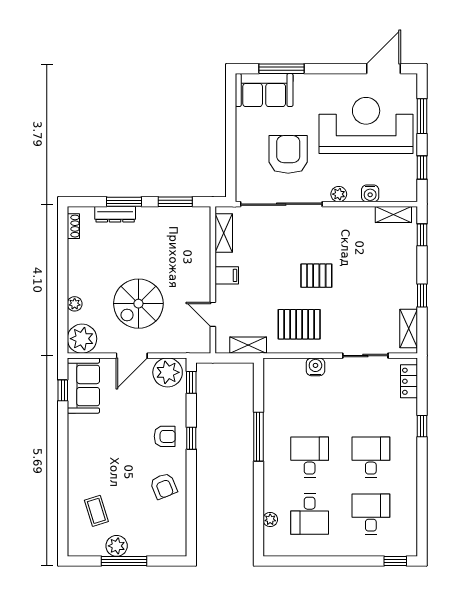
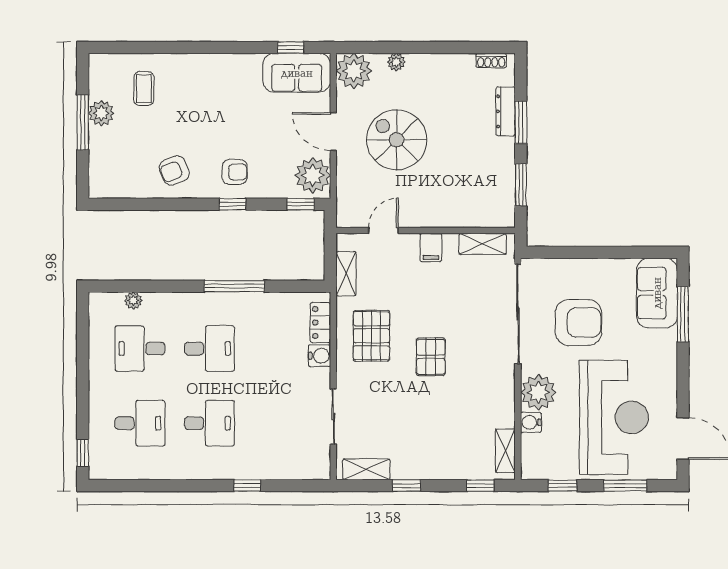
plant: (339, 194) -> (538, 392), width x1.87, depth x1.87
locker: (409, 381) -> (320, 323), moved, turned -90
armchair: (165, 436) -> (235, 172), turned -90
coffee table: (96, 511) -> (144, 89), turned -73

